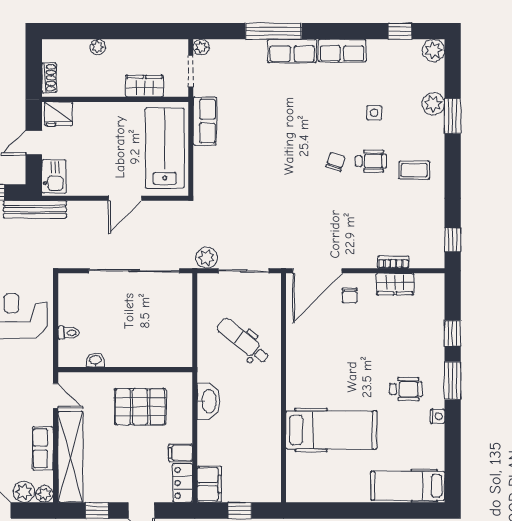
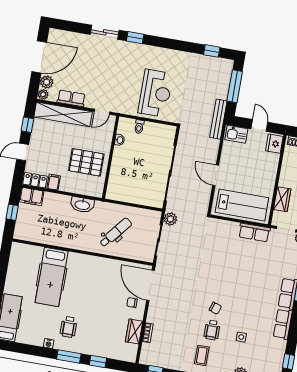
pallet: (140, 407) -> (86, 162), turned 90

